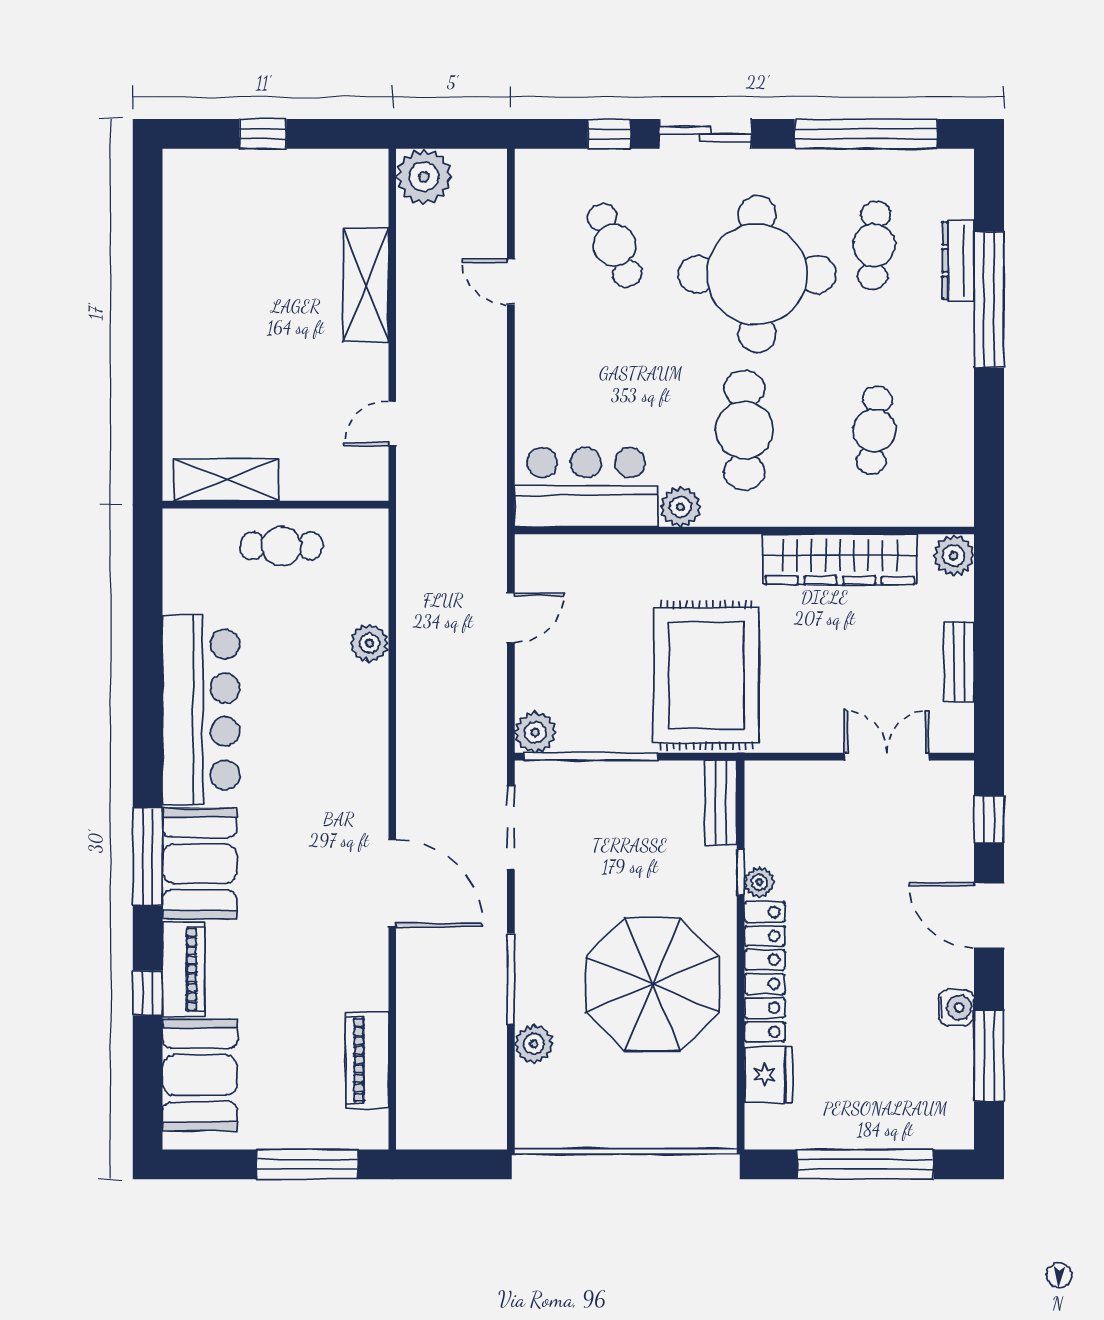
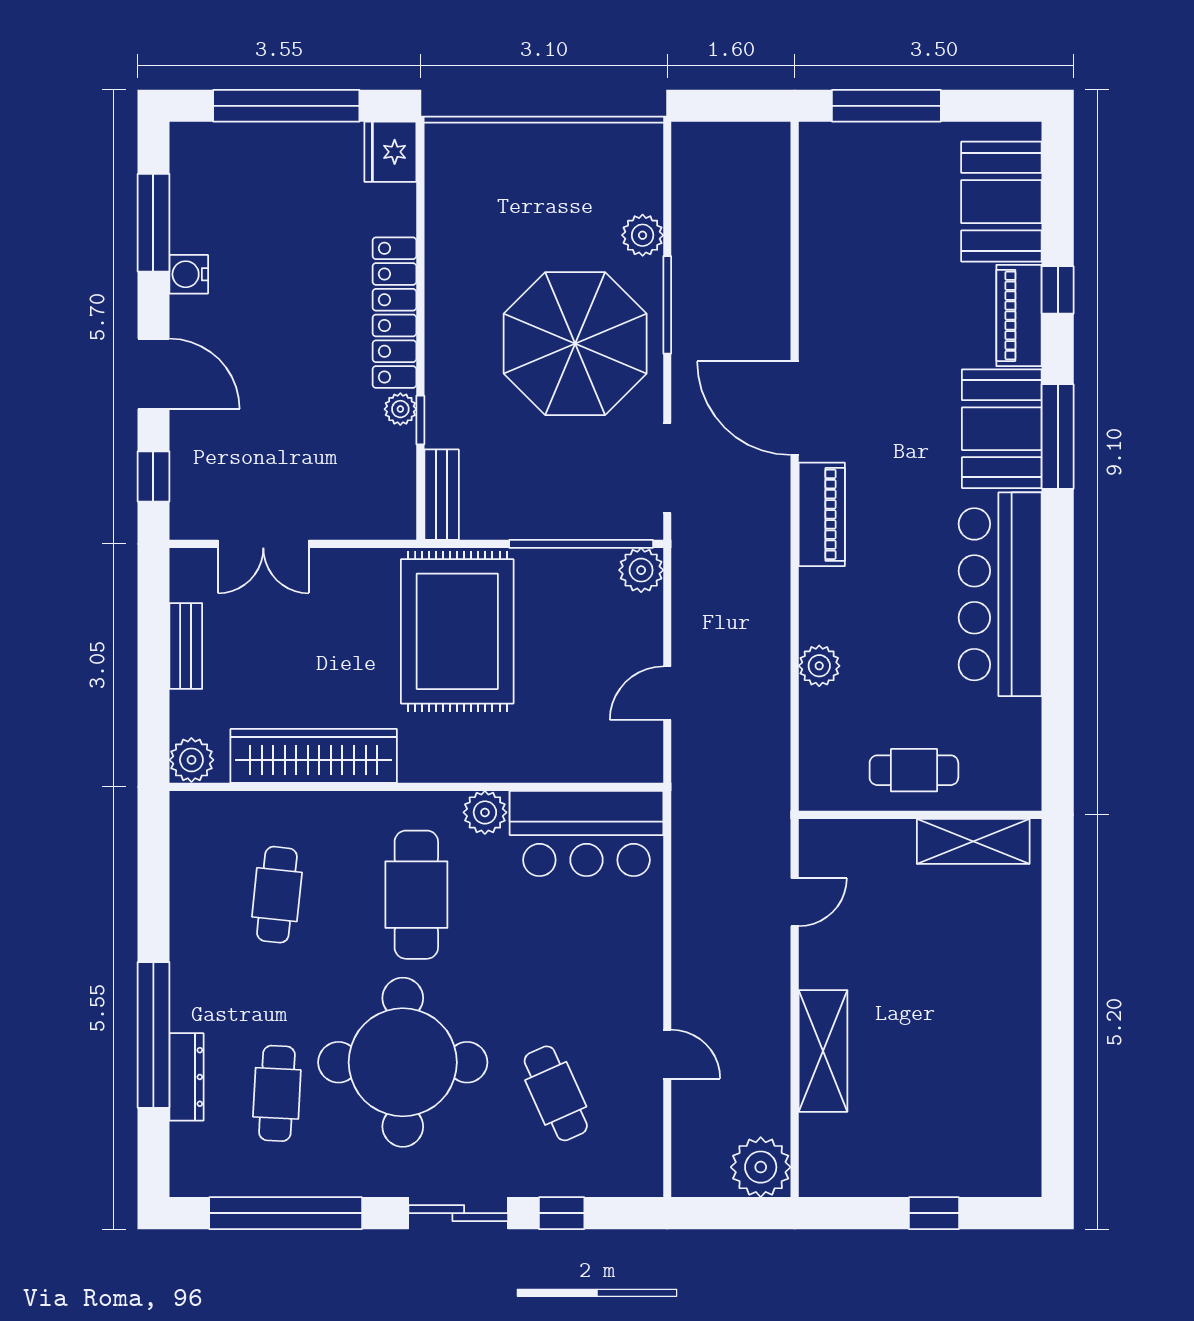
parasol: (653, 984) -> (575, 344), moved
piano: (367, 1060) -> (822, 514), moved
fridge: (769, 1075) -> (390, 152), moved

